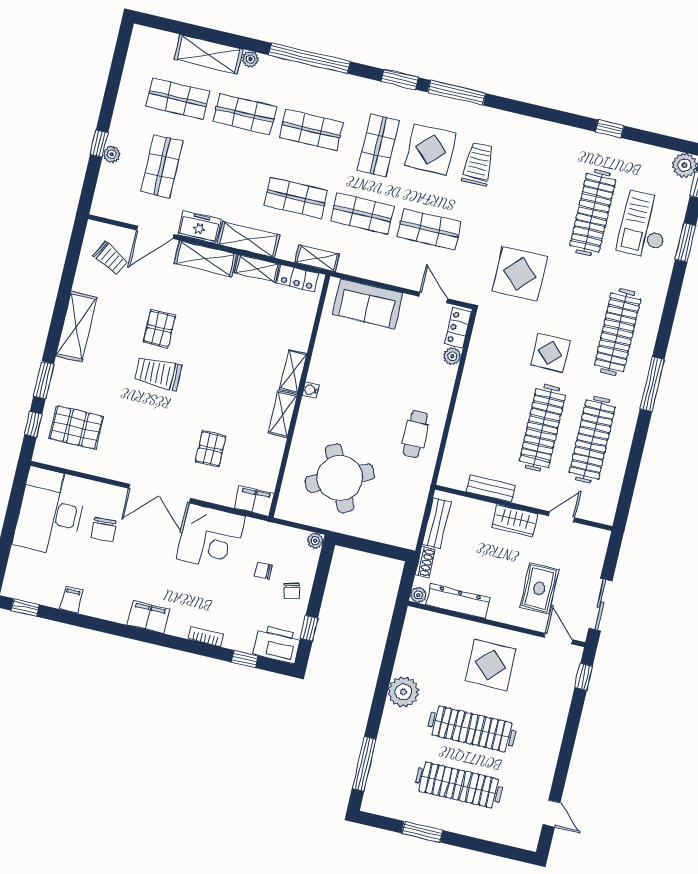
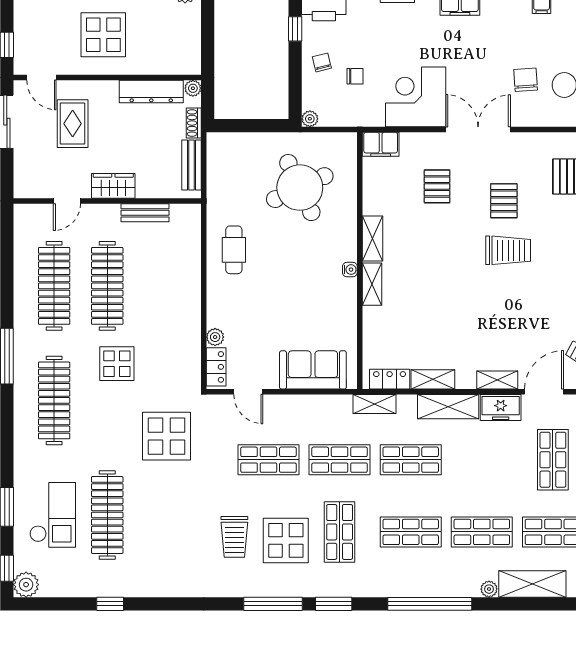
shelving: (206, 259) -> (497, 380), width x0.67, depth x0.75
pallet: (159, 329) -> (504, 201), moved

